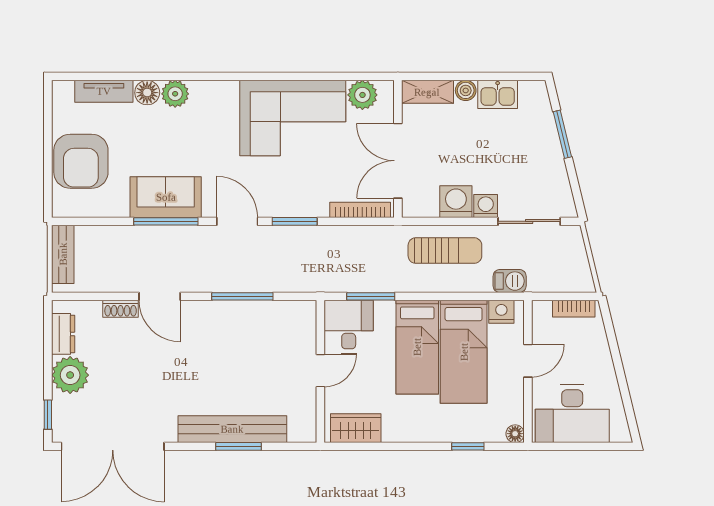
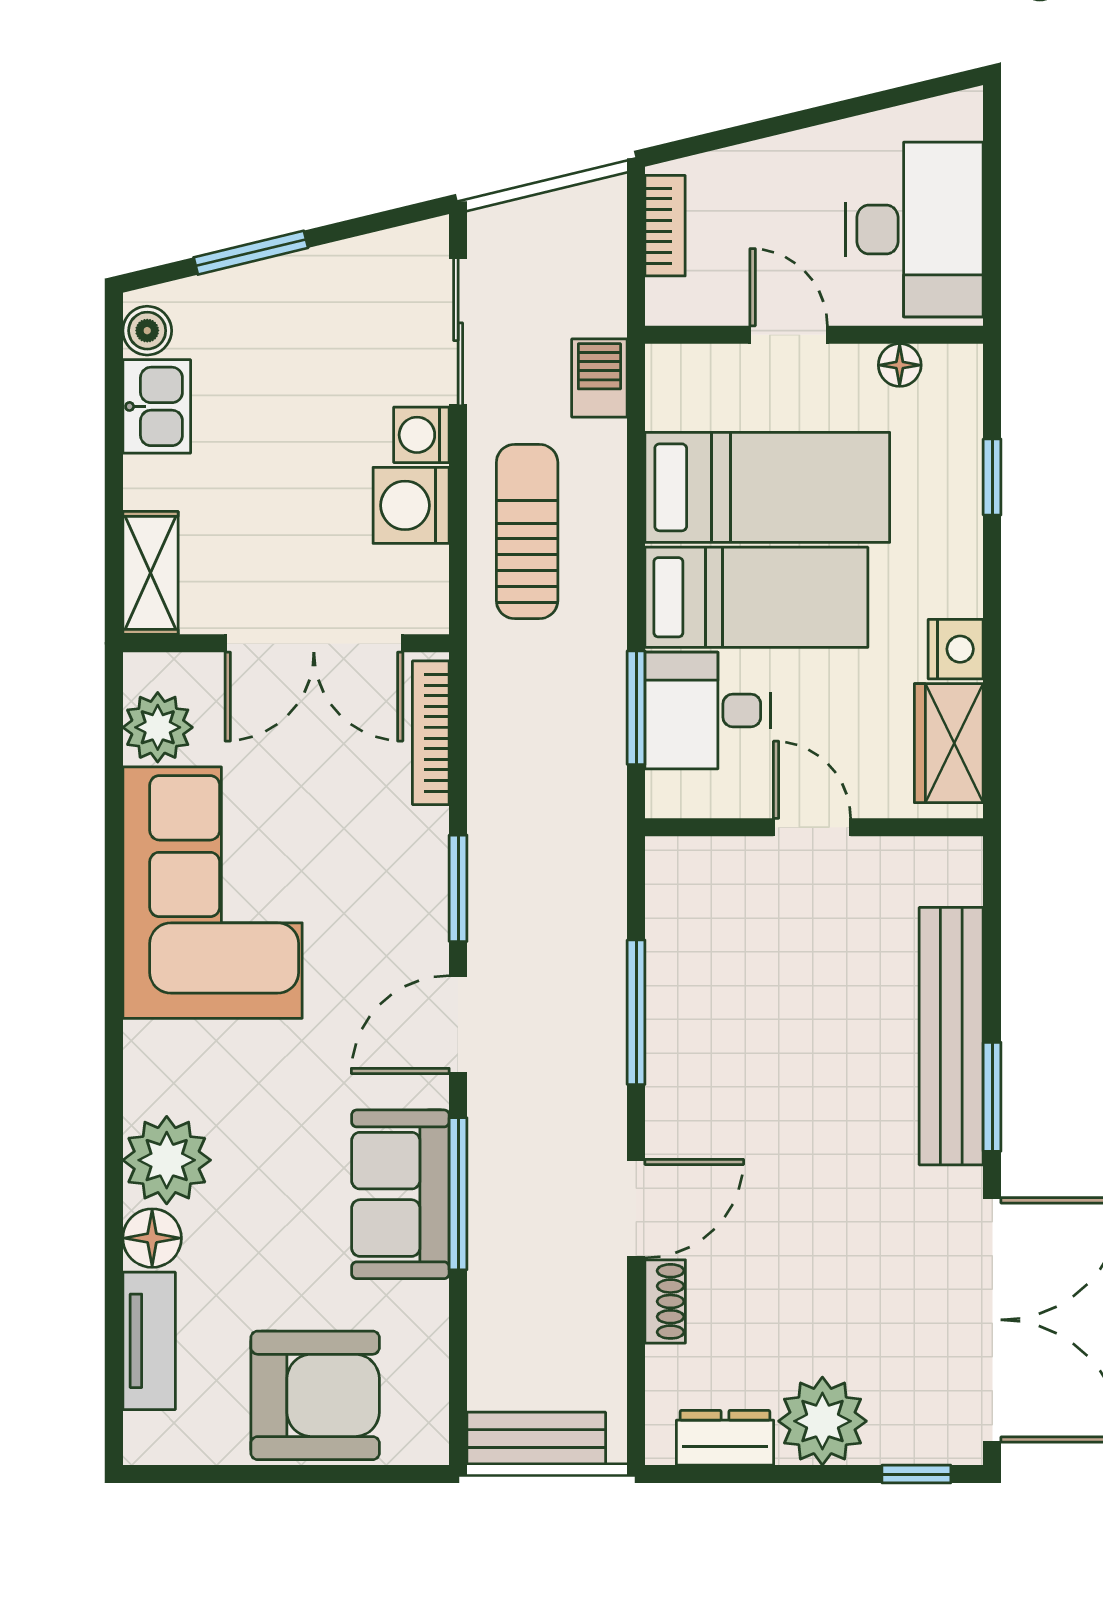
boiler: (466, 90) -> (147, 331), moved
plant: (175, 94) -> (167, 1160), width x1.36, depth x1.36
nightstand: (501, 312) -> (956, 649), moved, turned 180
desk: (349, 327) -> (708, 710), moved
floor lamp: (515, 434) -> (900, 365), moved
window: (238, 446) -> (992, 1097), moved

